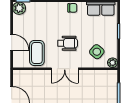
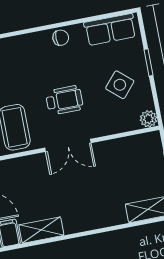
side table: (97, 52) -> (120, 85), moved

